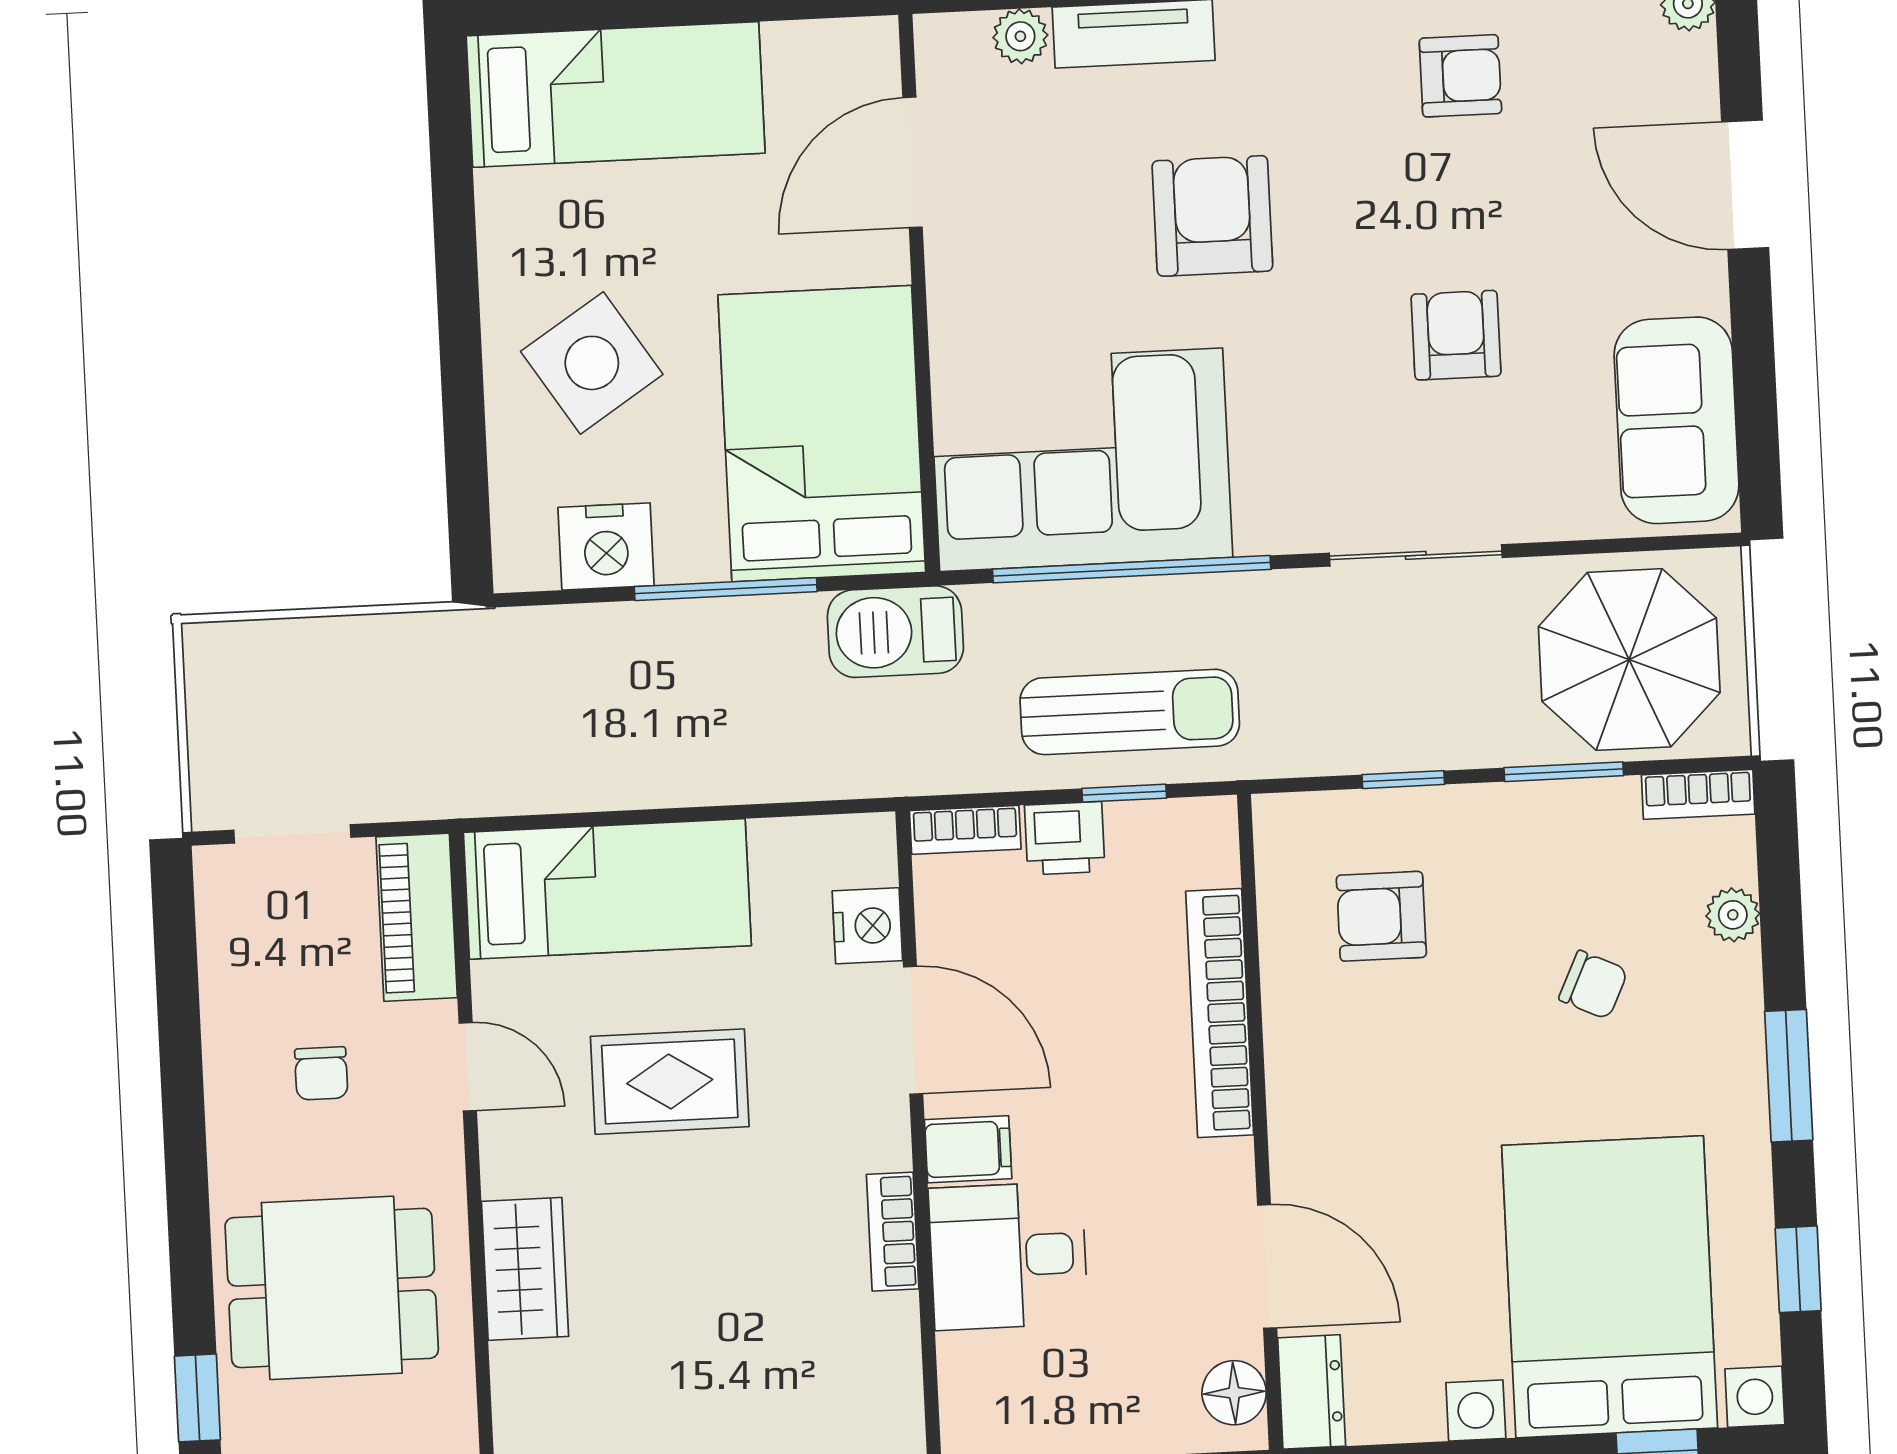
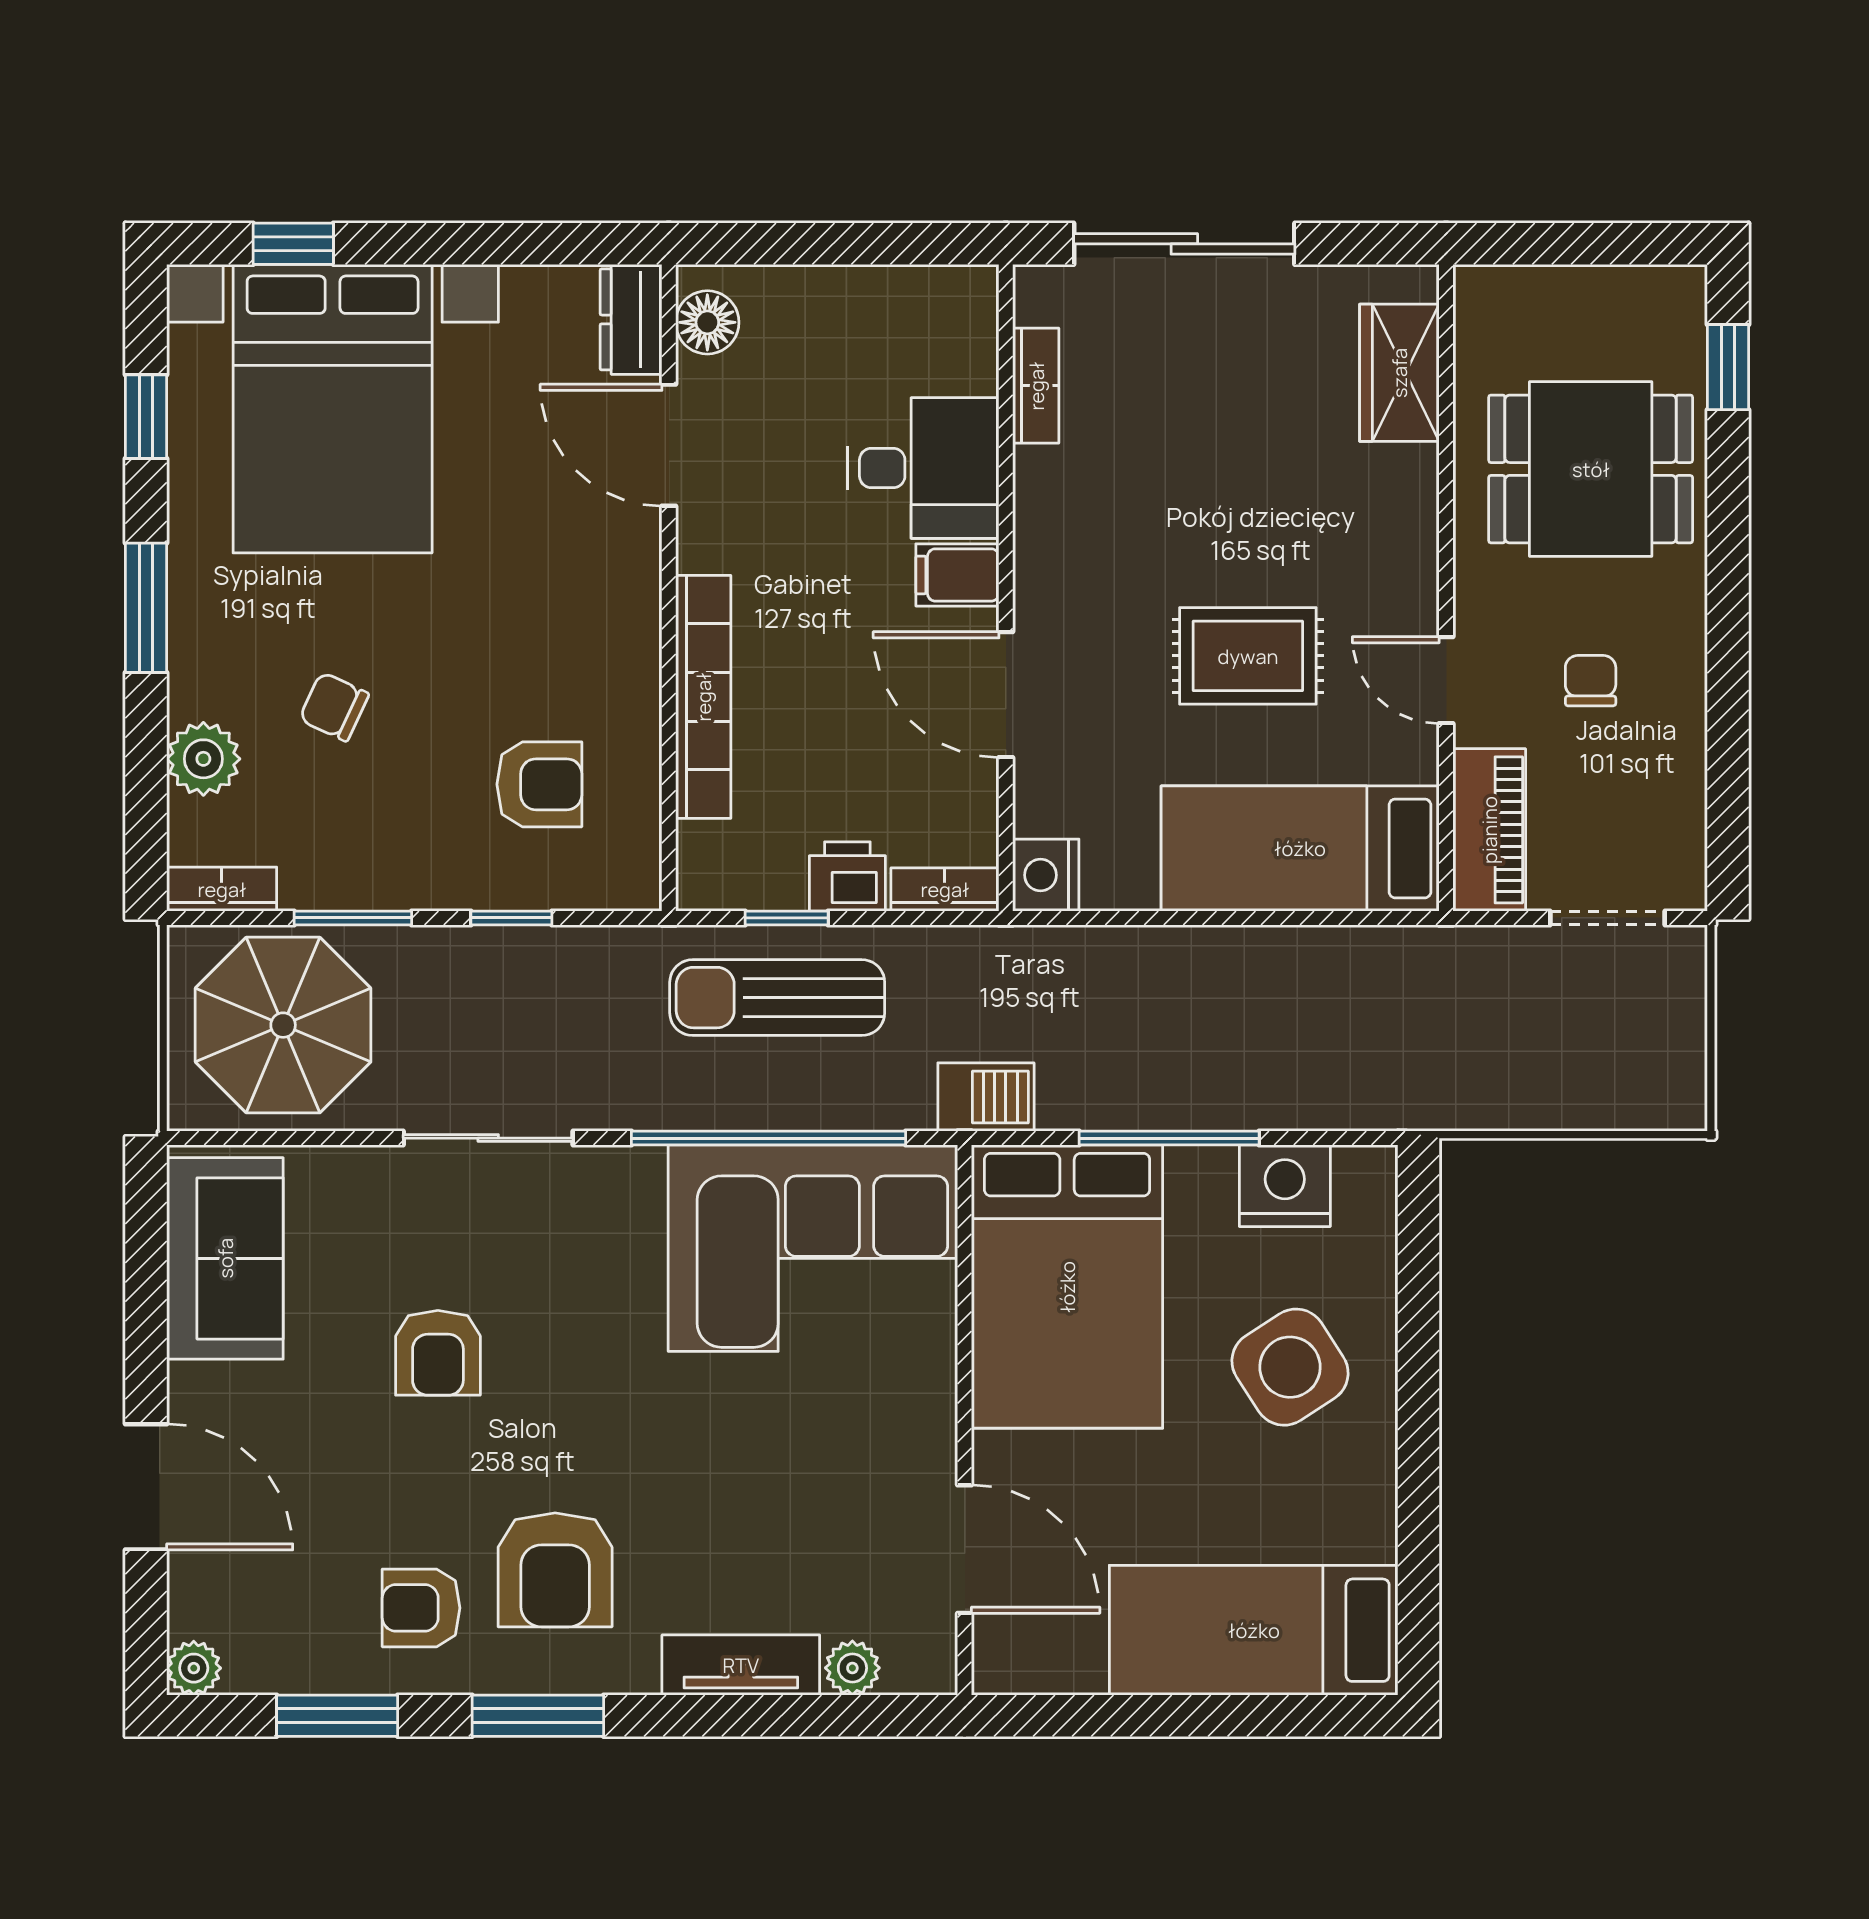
door: (913, 162) -> (965, 1549), hinge flipped
armchair: (1212, 216) -> (555, 1570), moved
barbecue: (895, 632) -> (986, 1097), width x0.73, depth x0.79
plant: (1733, 915) -> (203, 759), width x1.38, depth x1.38
nightstand: (867, 926) -> (1046, 875), moved
bookcase: (893, 1232) -> (1036, 386), moved
wardrobe: (525, 1269) -> (1399, 373), moved

